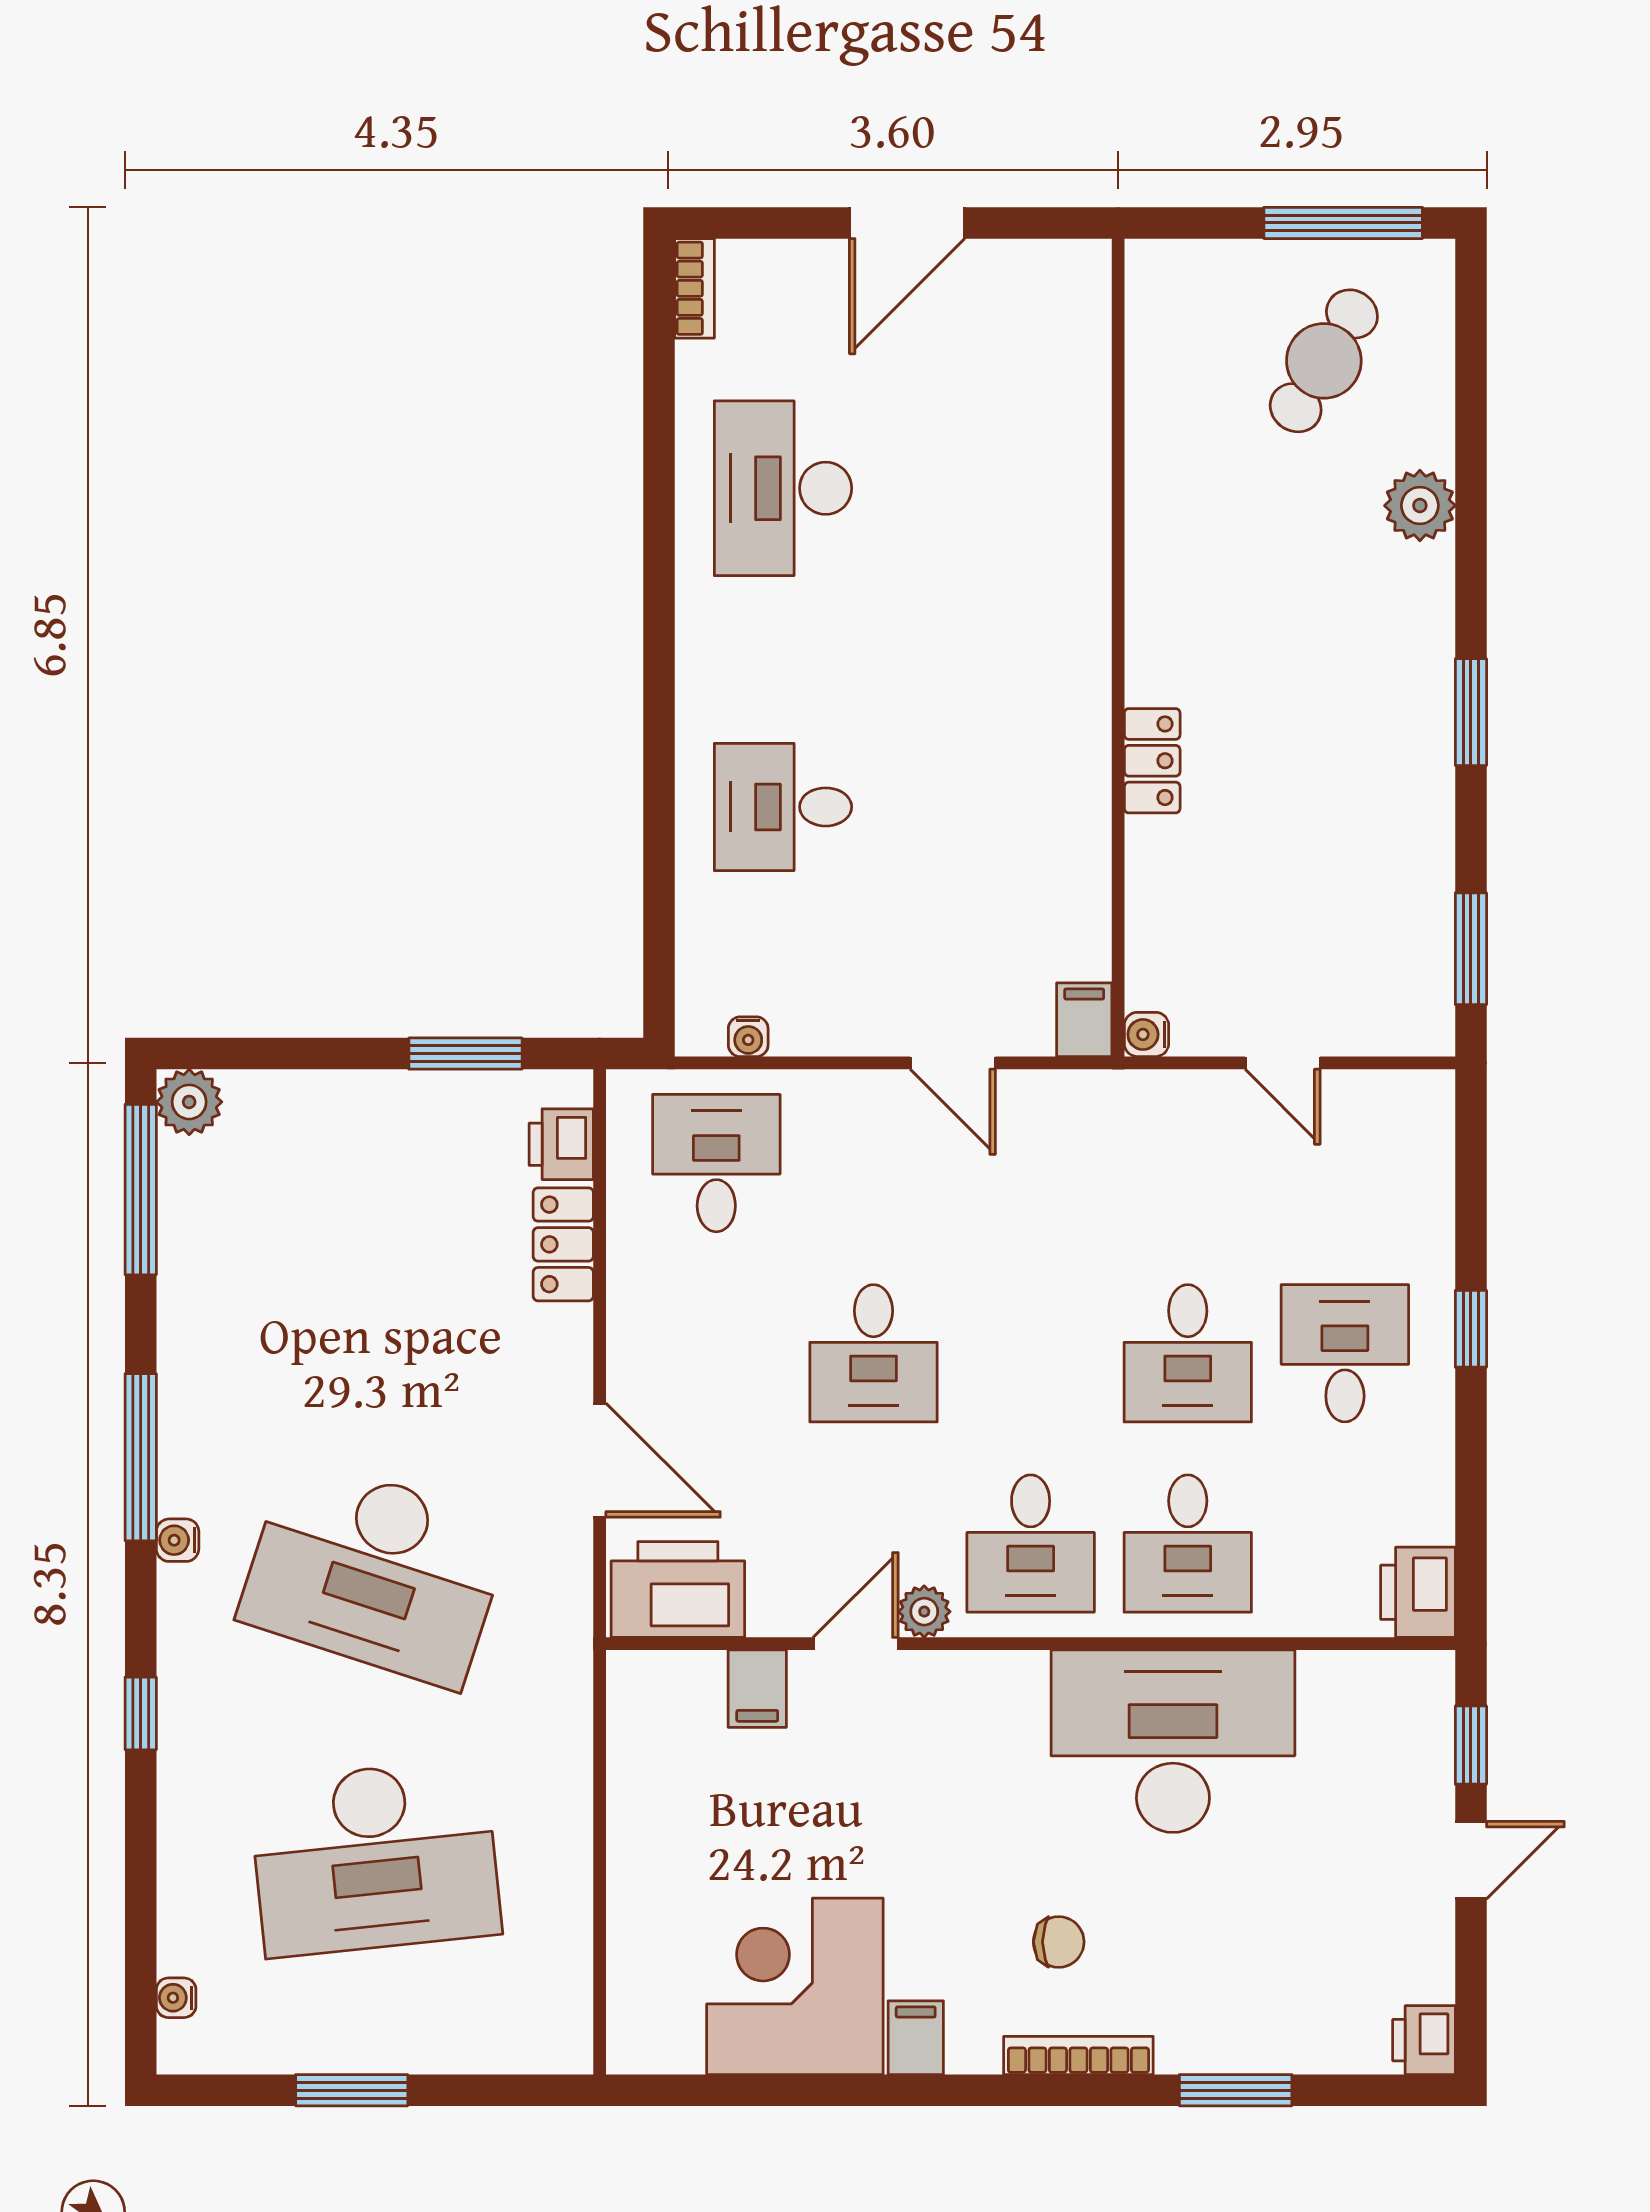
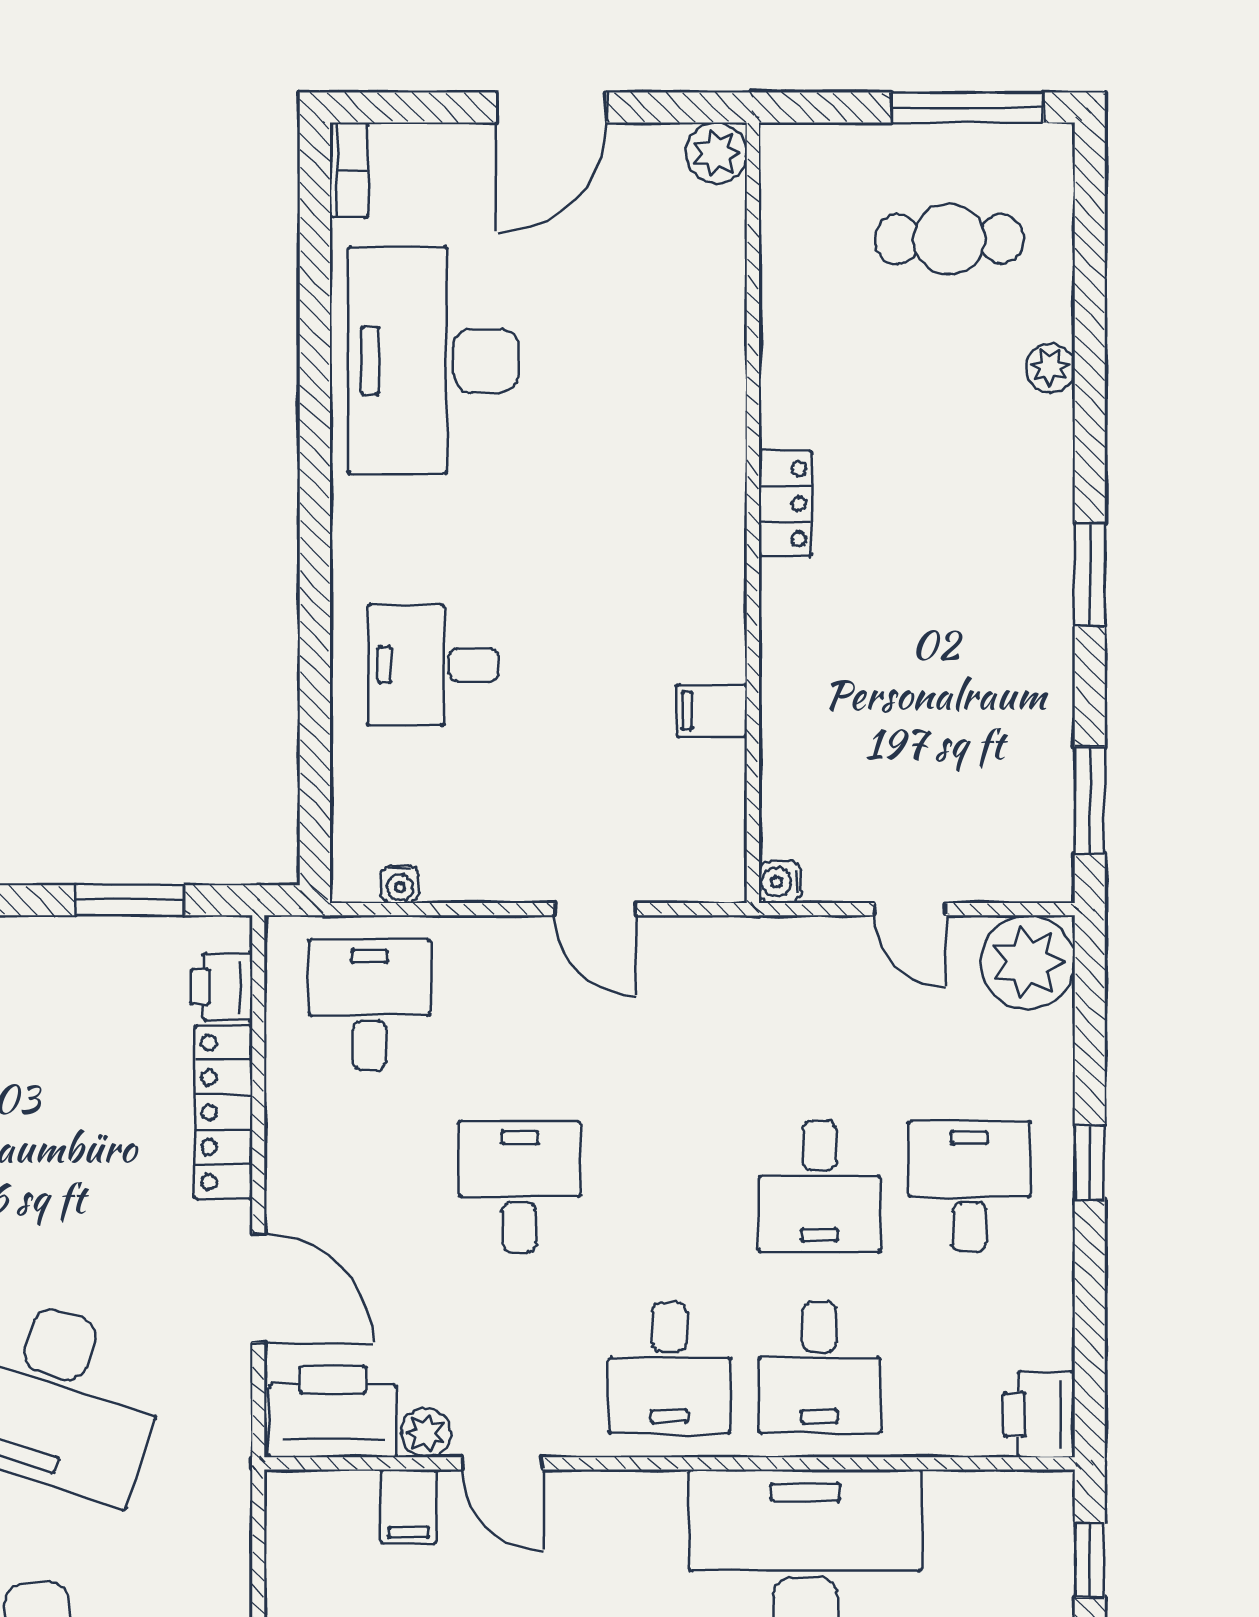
plant: (1080, 271) -> (716, 153), added
cafe table: (1324, 361) -> (949, 239), turned 59
desk: (783, 488) -> (433, 361), width x1.36, depth x1.30
plant: (1420, 506) -> (1050, 368), width x0.73, depth x0.73
locker: (1152, 761) -> (786, 504), moved
filing cabinet: (1084, 1020) -> (712, 711), moved, turned -90
plant: (1406, 1118) -> (1028, 962), added
locker: (563, 1244) -> (223, 1112), width x1.53
desk: (873, 1353) -> (520, 1186), turned 180
plant: (924, 1612) -> (426, 1433), moved
door: (856, 1644) -> (503, 1463), swing flipped

